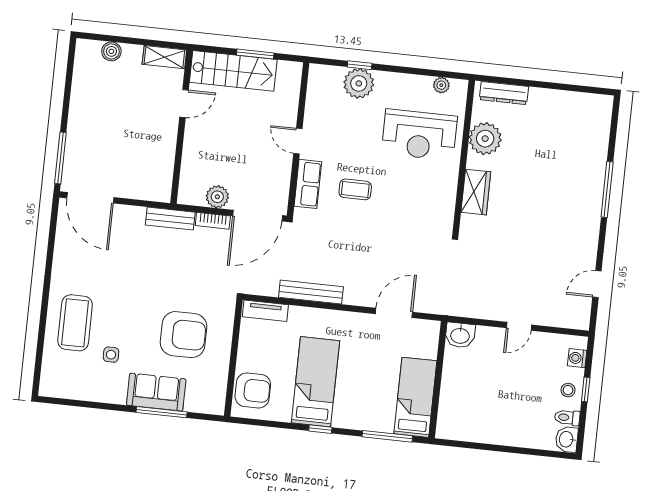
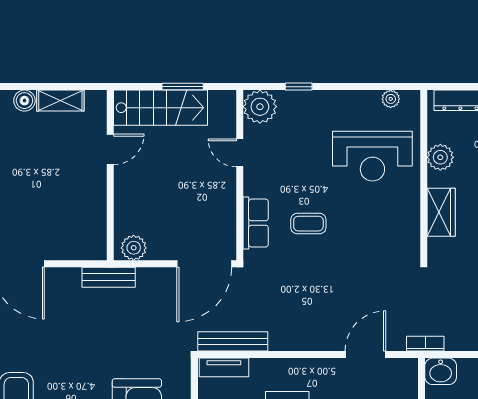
shelving: (164, 57) -> (60, 101), moved
plant: (359, 83) -> (260, 107), moved
plant: (485, 139) -> (440, 157), width x0.73, depth x0.73
door: (298, 141) -> (240, 153), moved
plant: (217, 197) -> (134, 248), moved
bookcase: (213, 221) -> (425, 344), moved, turned 180
bench: (311, 292) -> (233, 341), moved

